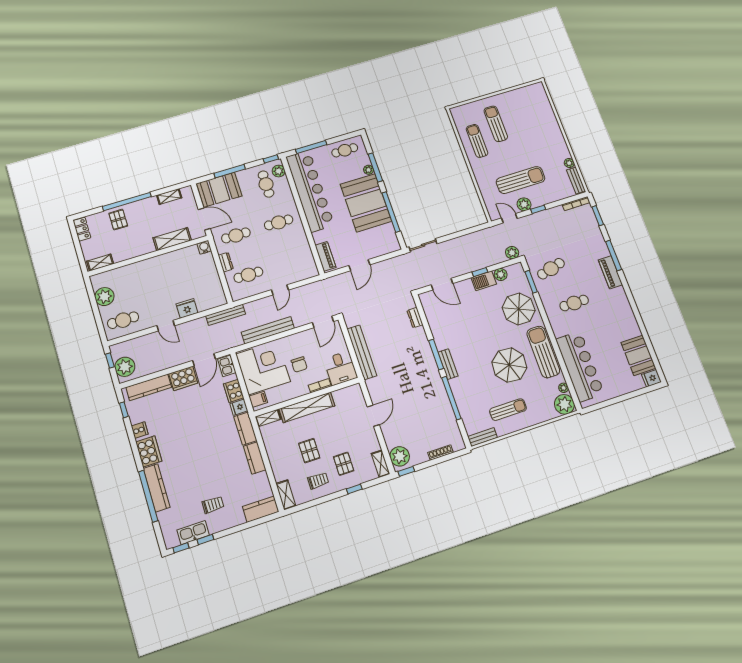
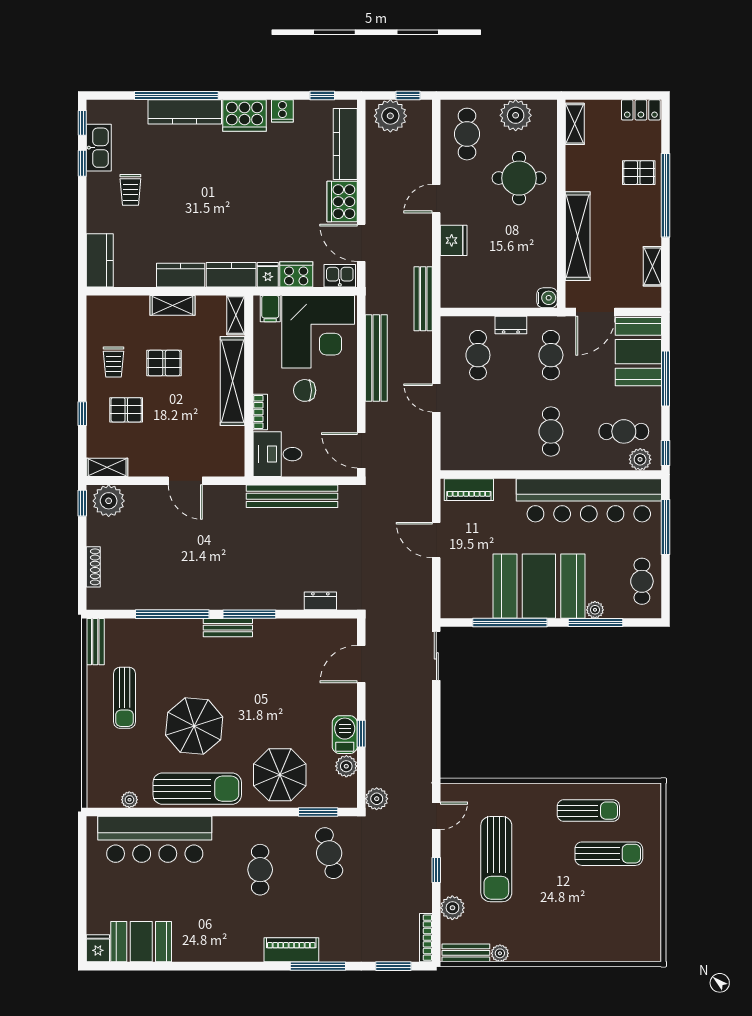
plant: (524, 204) -> (452, 908), moved
shelving: (172, 239) -> (578, 236), width x1.47
round table: (140, 283) -> (519, 178), added
plant: (564, 404) -> (103, 791), removed
shelving: (286, 495) -> (172, 305), moved

